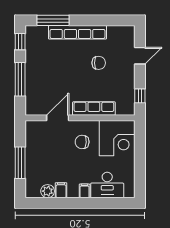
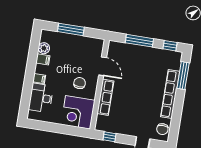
chair: (99, 63) -> (162, 129), moved

